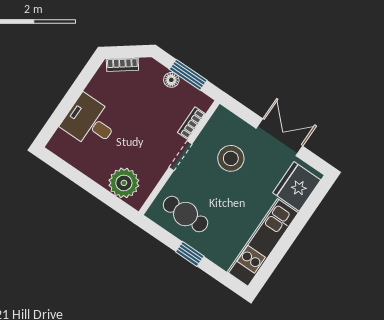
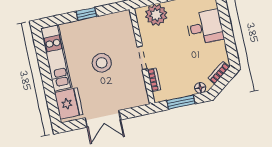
floor lamp: (171, 80) -> (200, 88), moved
stool: (231, 158) -> (102, 63), moved
cafe table: (186, 214) -> (109, 32), removed

